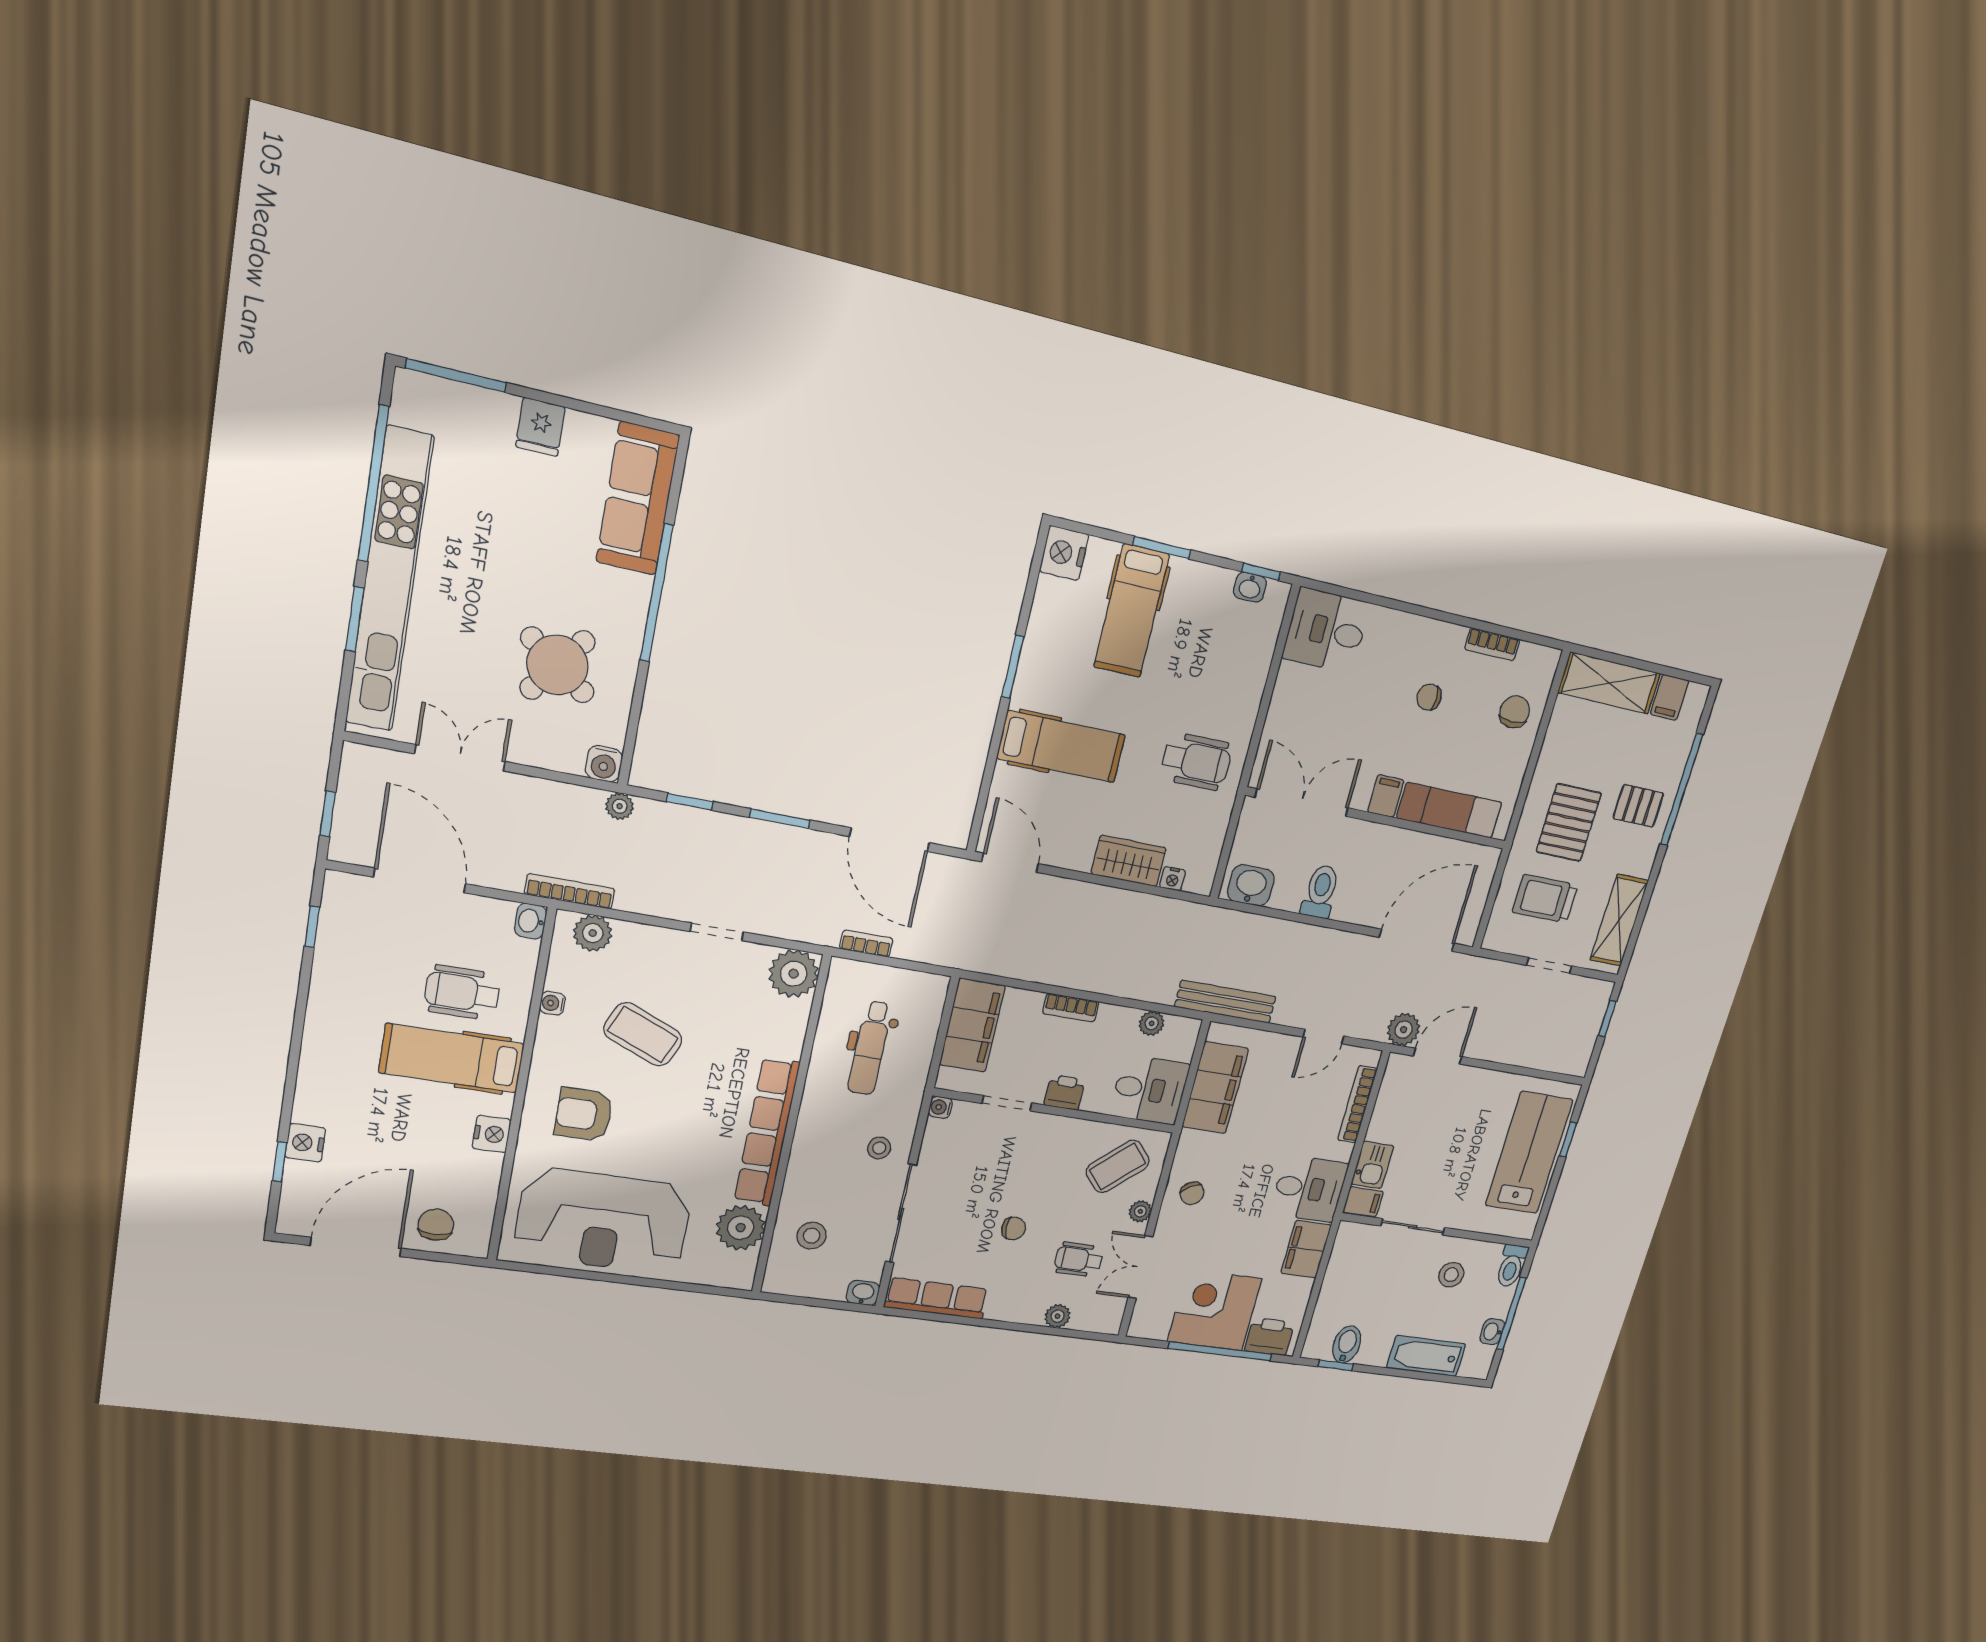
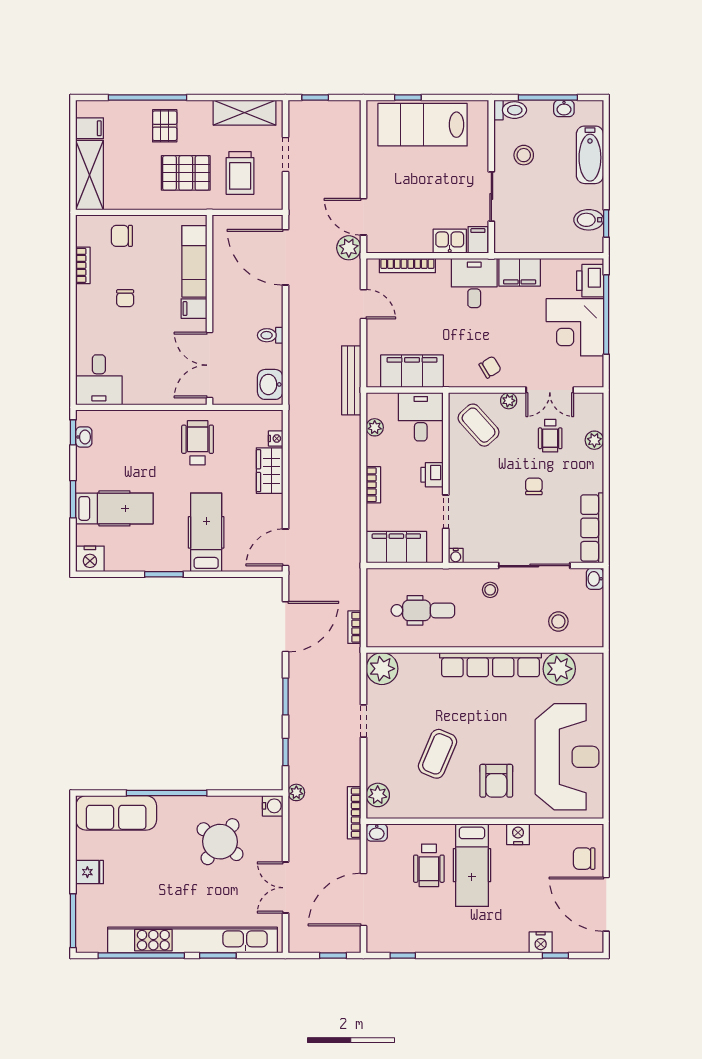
toilet: (1321, 892) -> (270, 335), width x0.73, depth x0.72
water cooler: (552, 1003) -> (427, 811), removed

